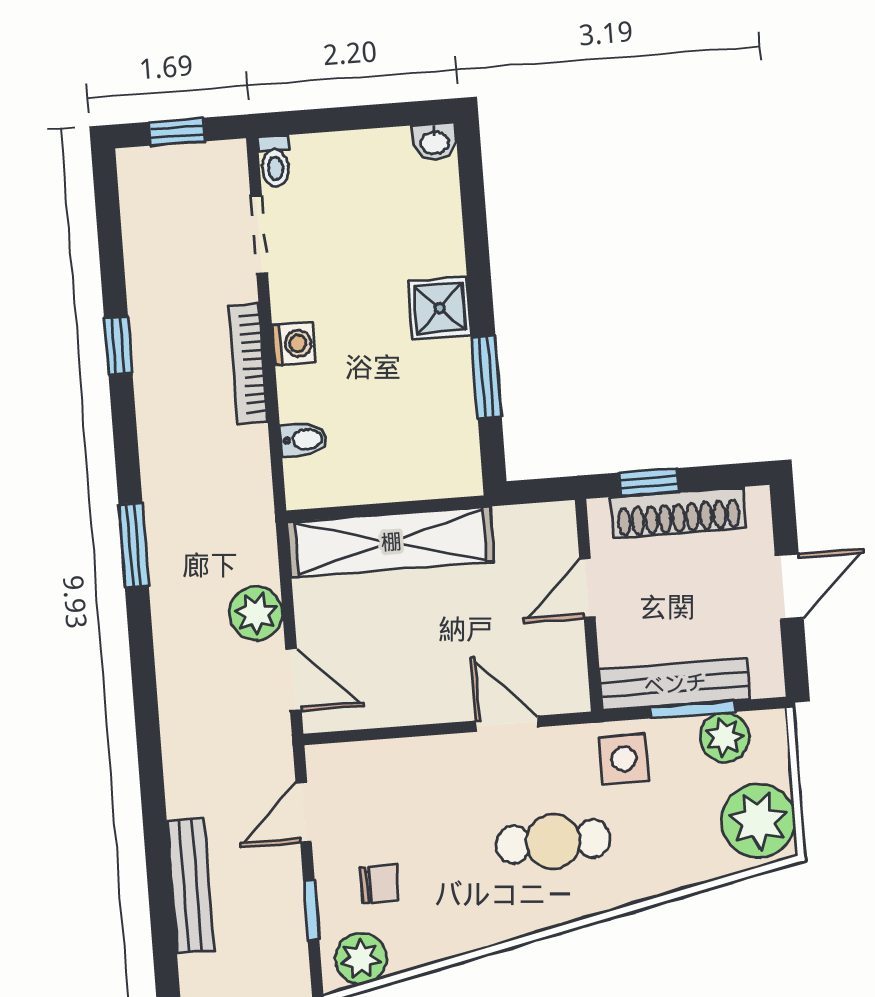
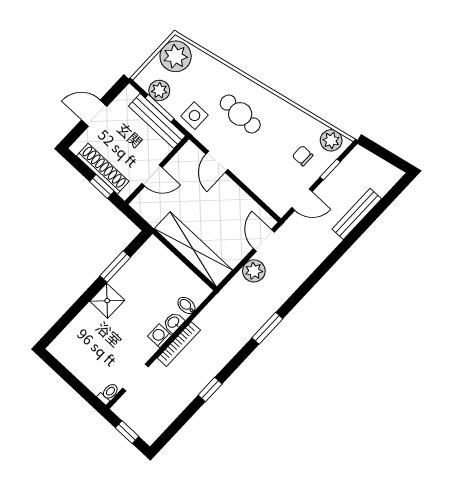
washbasin: (435, 142) -> (174, 322), moved, turned -90

